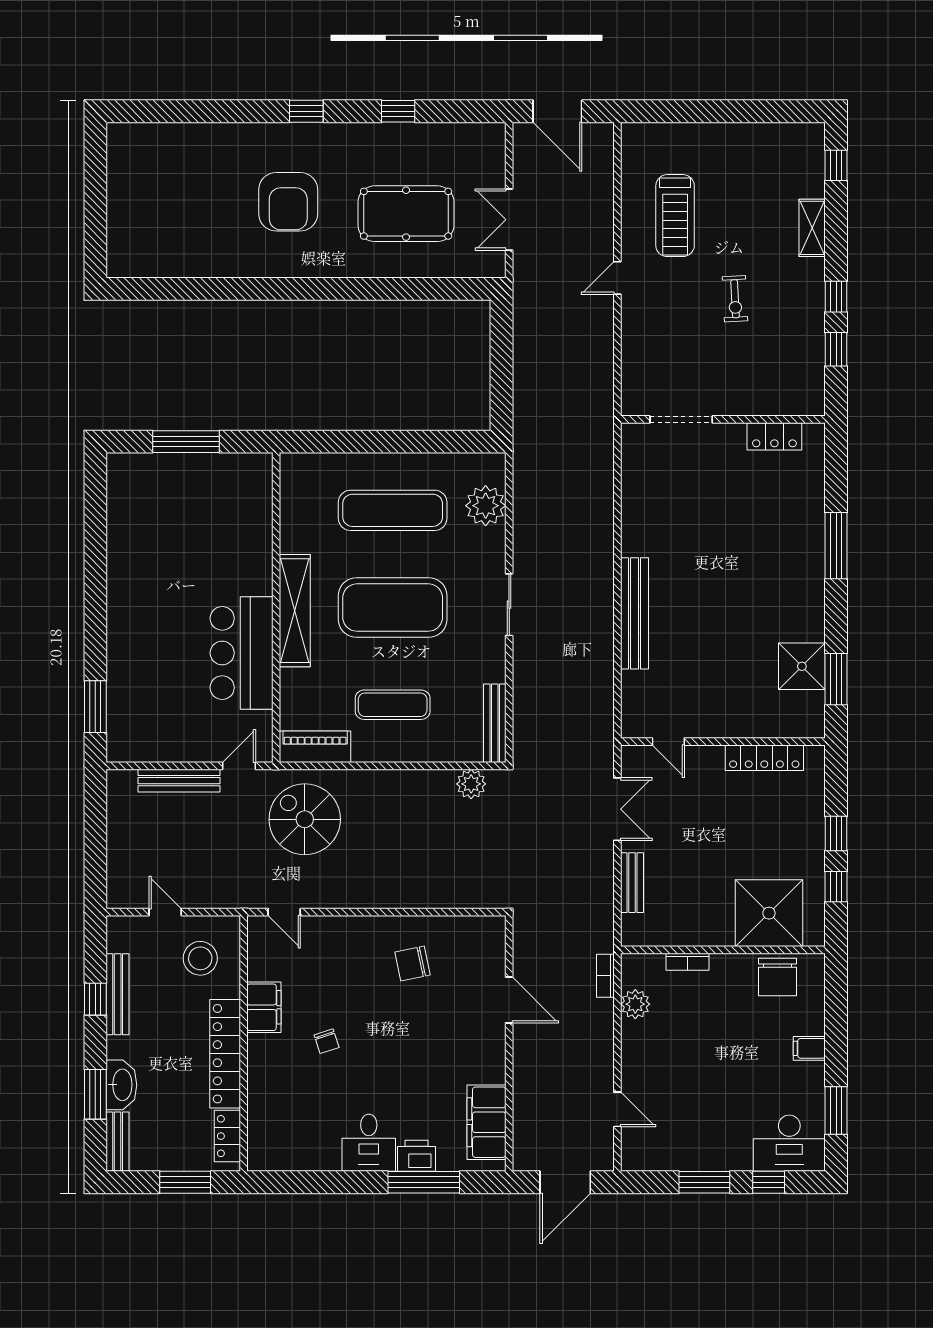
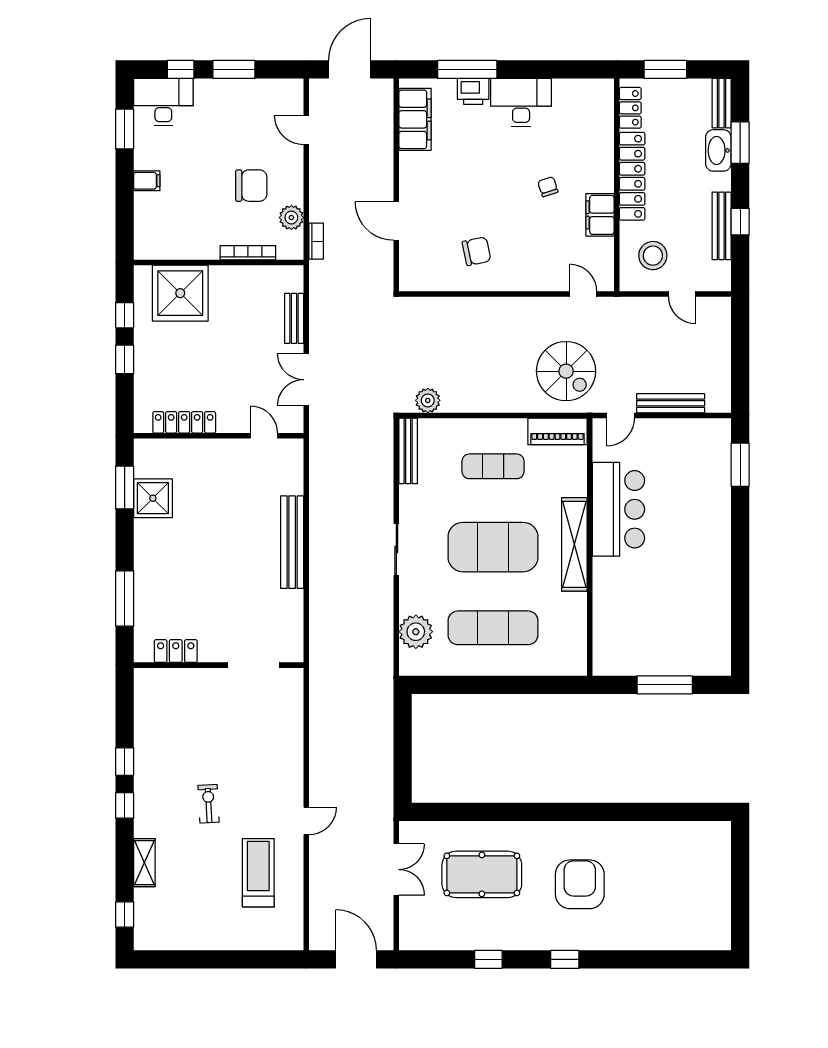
doorway: (681, 419) -> (253, 665), moved
wall: (723, 419) -> (219, 665), moved
locker: (774, 436) -> (176, 651), moved
bookcase: (688, 962) -> (248, 253), width x1.56
chair: (778, 977) -> (251, 186), moved, turned 90
desk: (369, 1143) -> (521, 102), width x1.37

